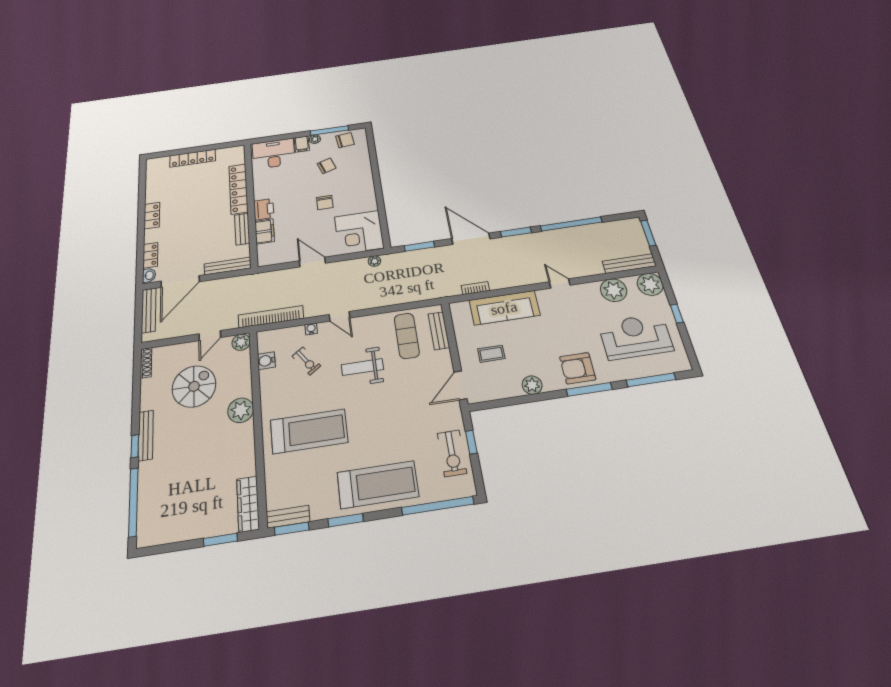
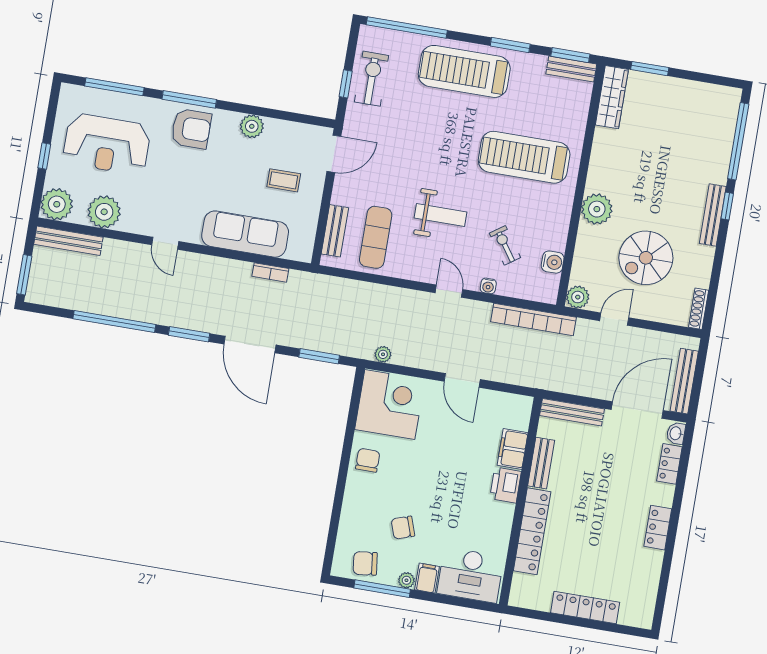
chair: (325, 202) -> (368, 460), moved

